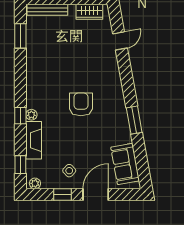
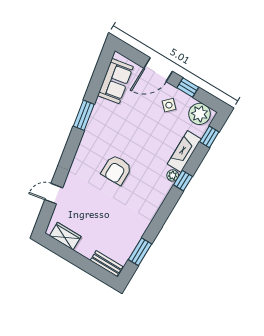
bench: (47, 10) -> (107, 263), width x0.73
armchair: (81, 104) -> (116, 170), moved
plant: (35, 183) -> (200, 114), width x1.88, depth x1.88

